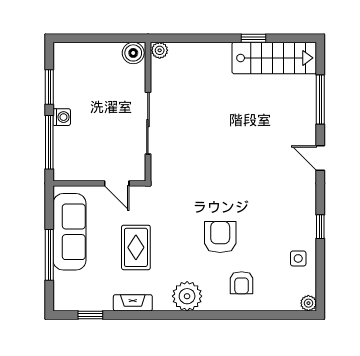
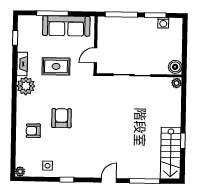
washing machine: (62, 117) -> (163, 23), moved
armchair: (220, 237) -> (62, 118), turned -90
plant: (187, 296) -> (26, 86), moved

